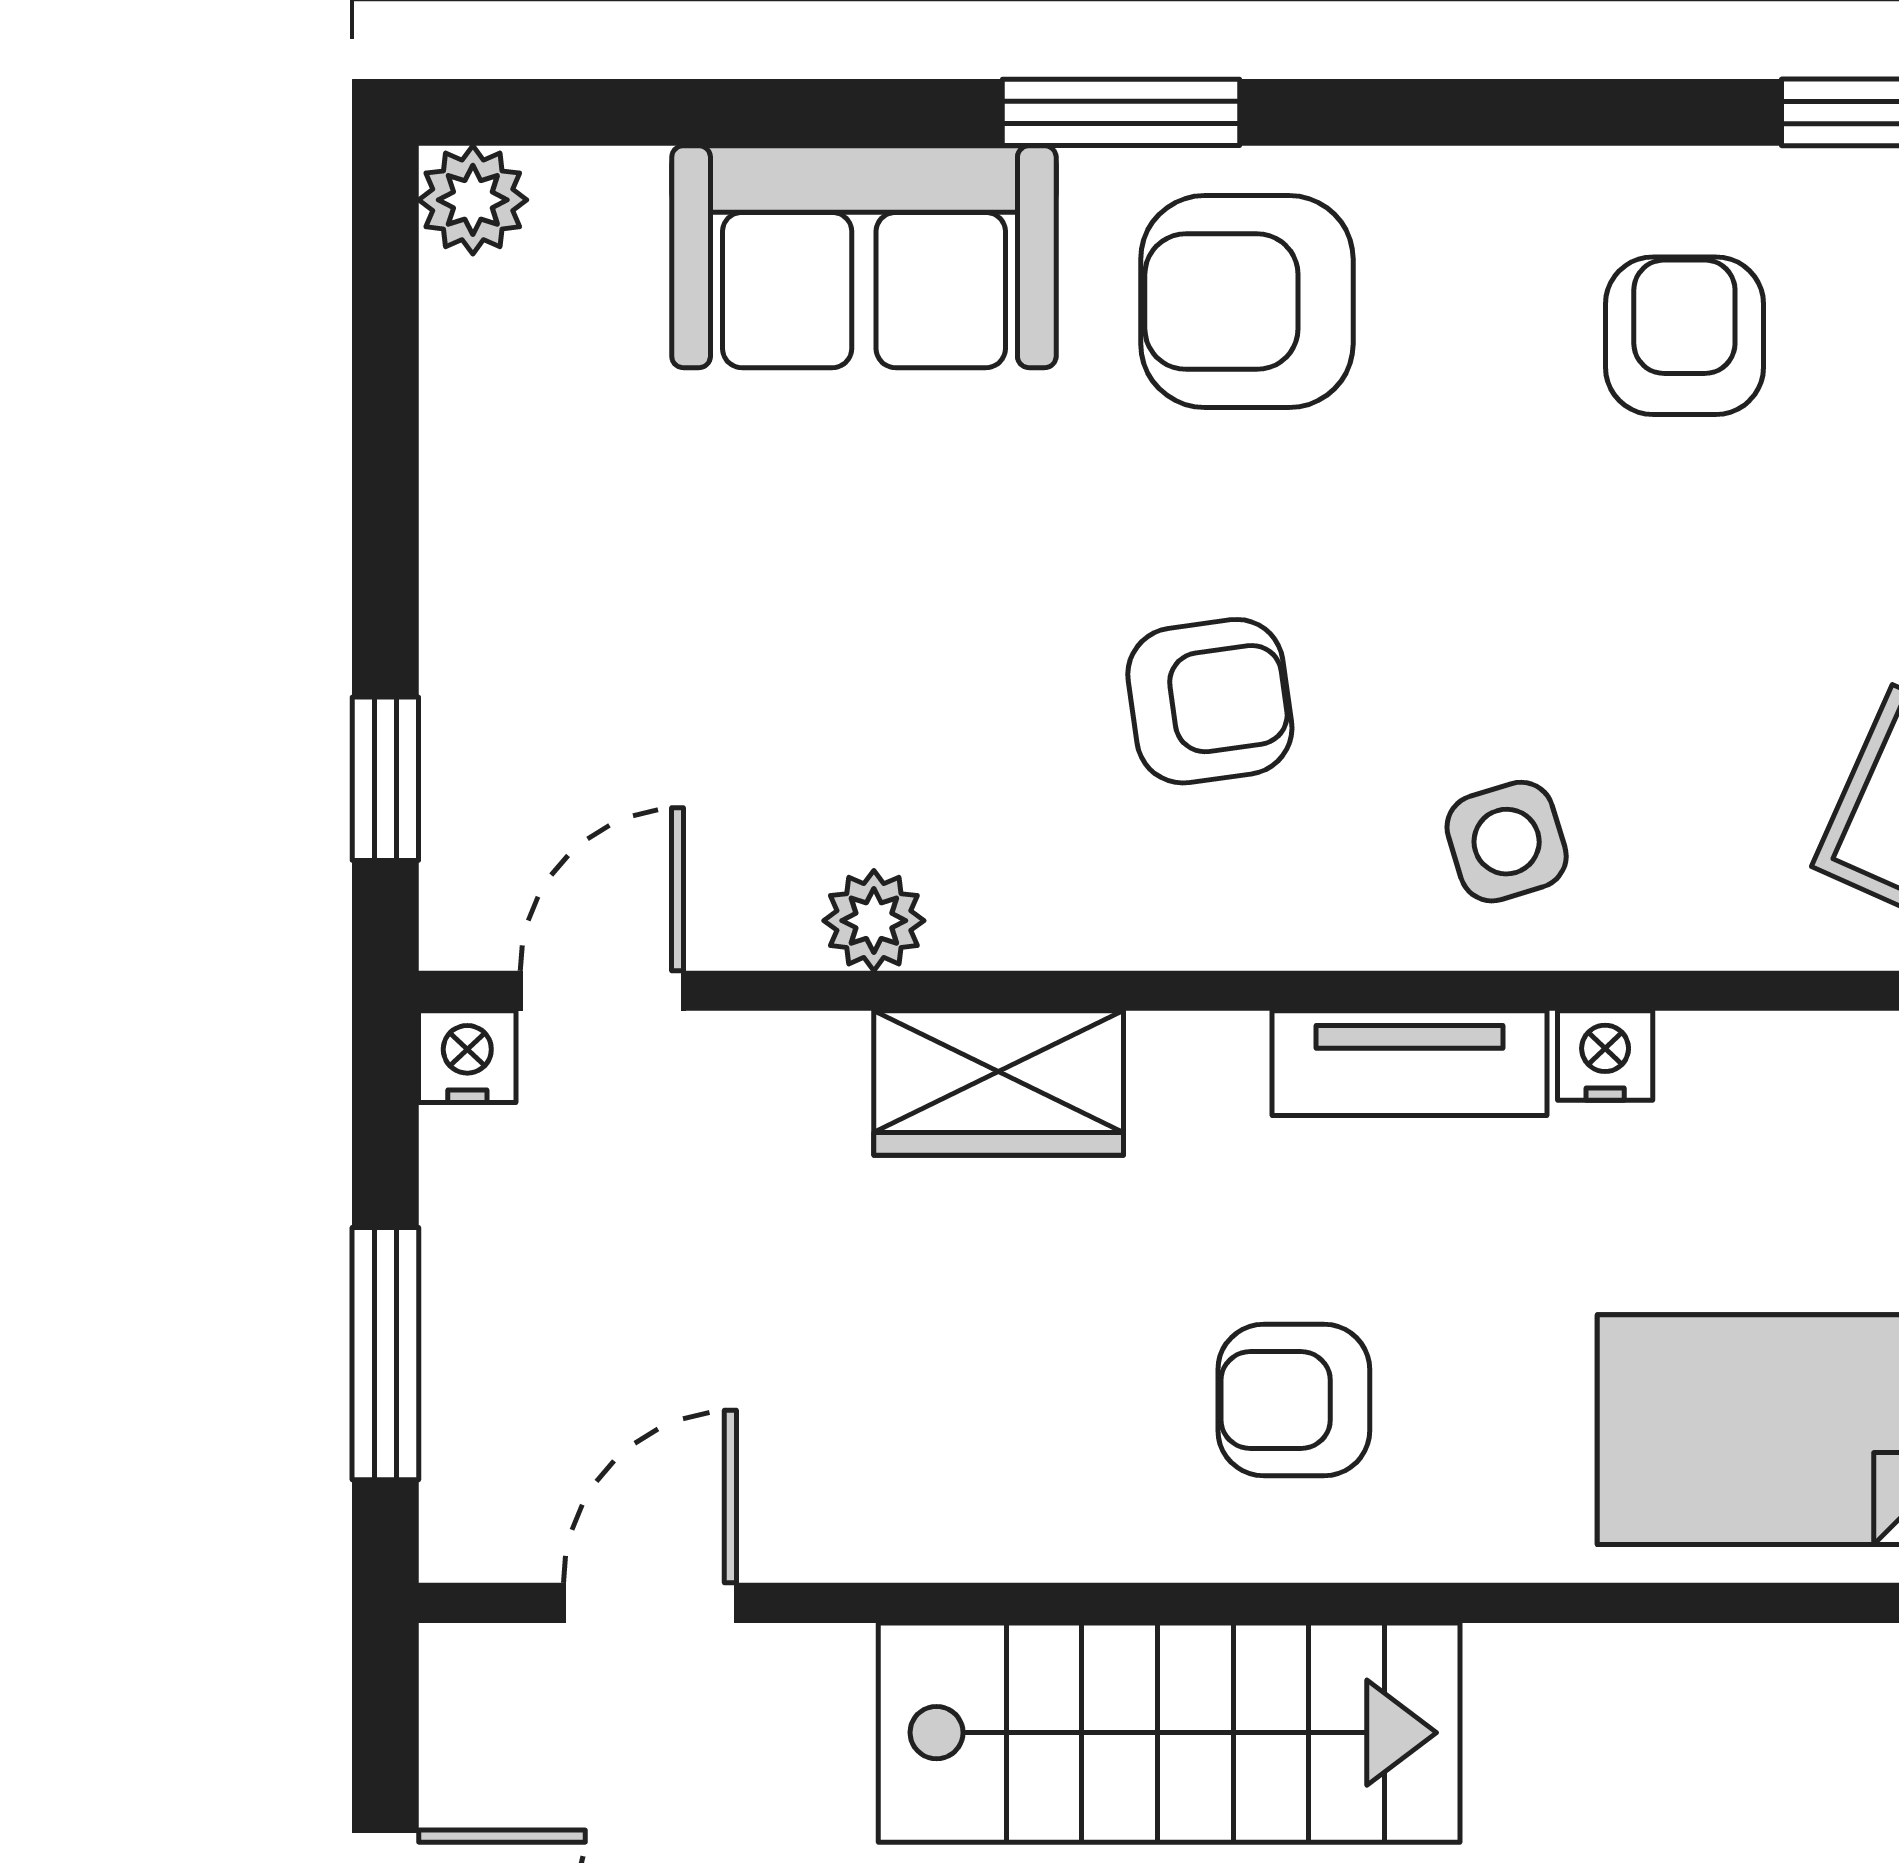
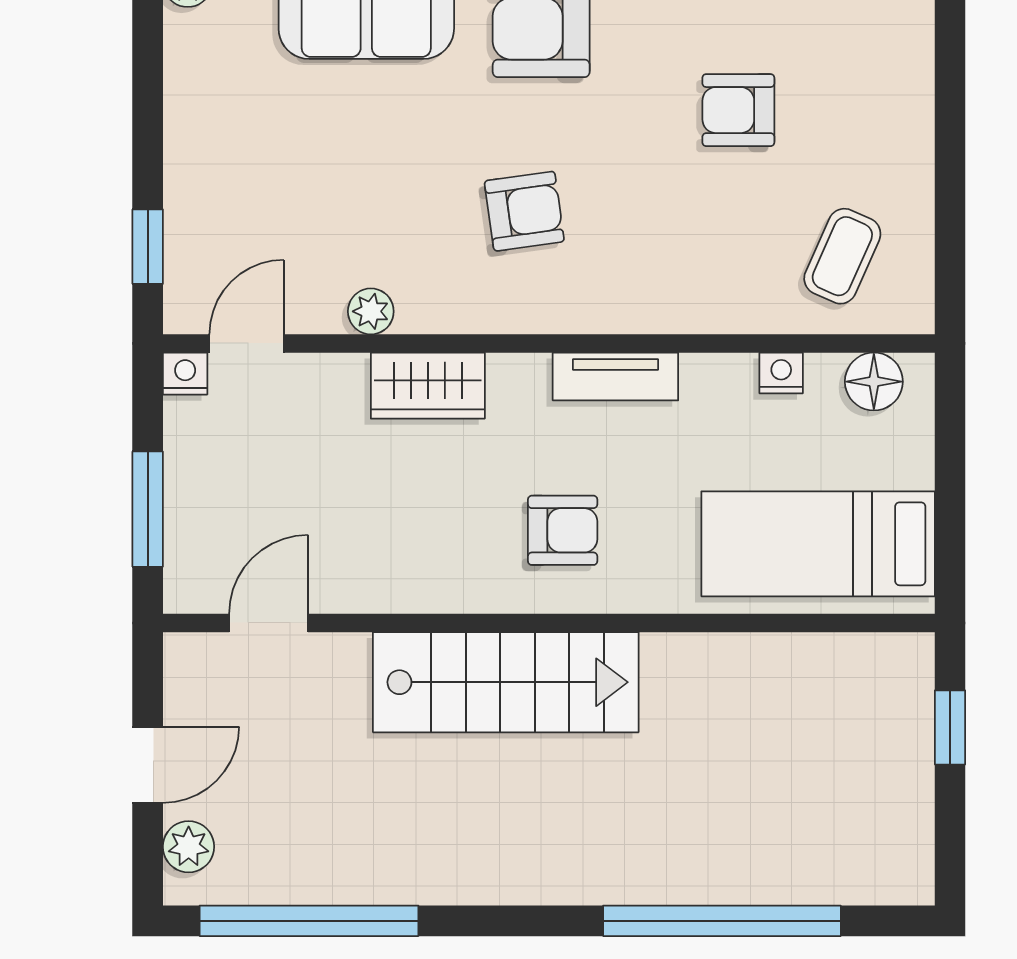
armchair: (1684, 336) -> (738, 110), moved, turned -90
side table: (1507, 842) -> (660, 275), removed
nightstand: (1605, 1056) -> (781, 373), moved
armchair: (1294, 1400) -> (563, 530), turned 180

